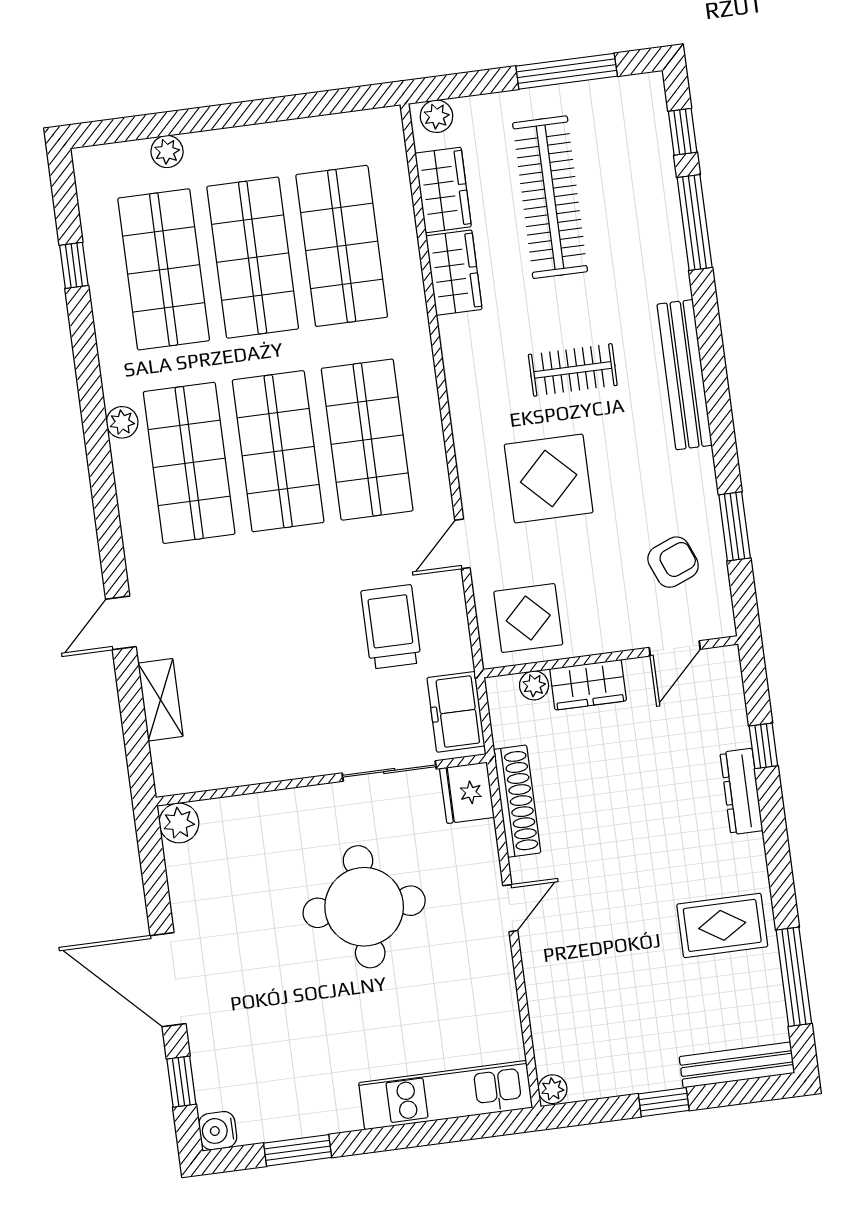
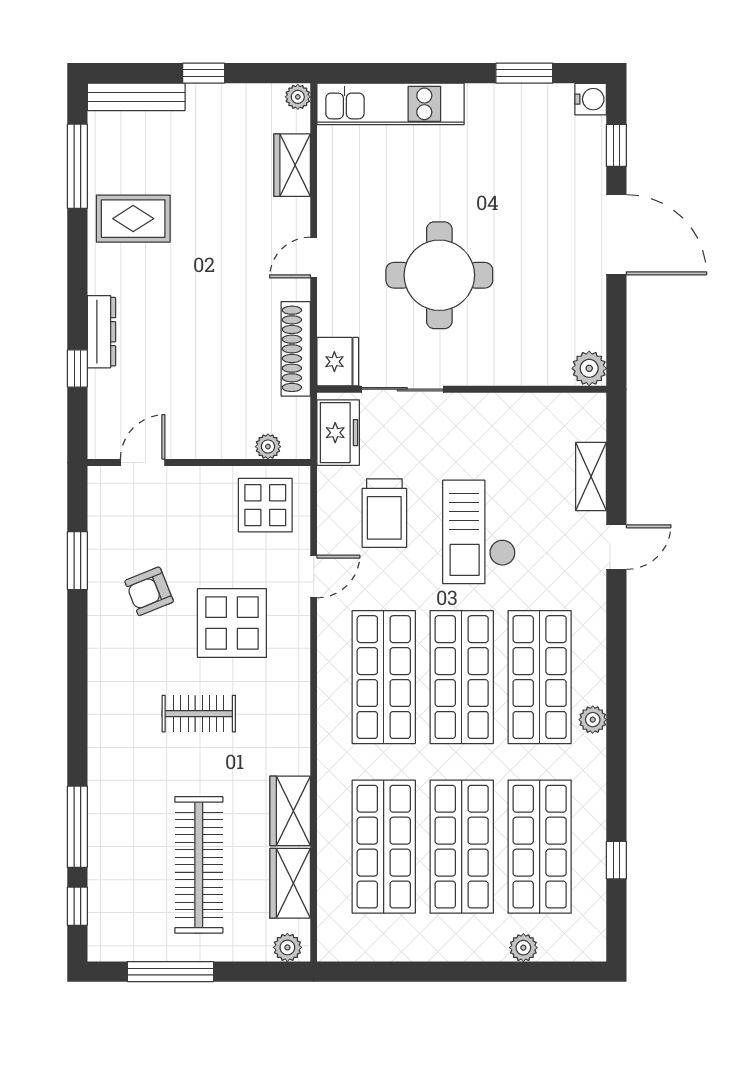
bench: (685, 375) -> (103, 697), removed
armchair: (673, 562) -> (149, 591), moved
checkout: (280, 620) -> (479, 532), added
wardrobe: (588, 685) -> (292, 165), moved, turned -90

